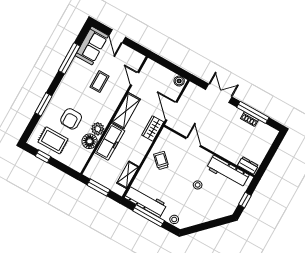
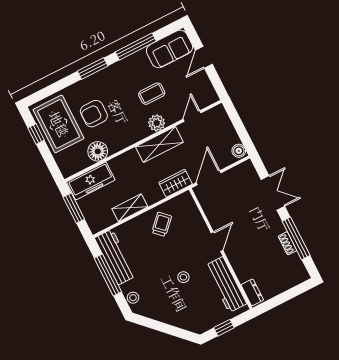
window: (44, 104) -> (93, 68), moved
plant: (98, 129) -> (157, 123), moved
rug: (53, 140) -> (59, 124), width x1.36, depth x1.43
freezer: (110, 142) -> (91, 181), moved
door: (193, 142) -> (217, 242), moved
shelving: (128, 175) -> (130, 208), moved

